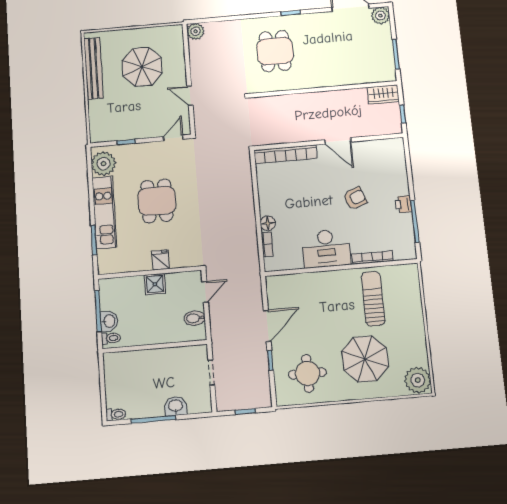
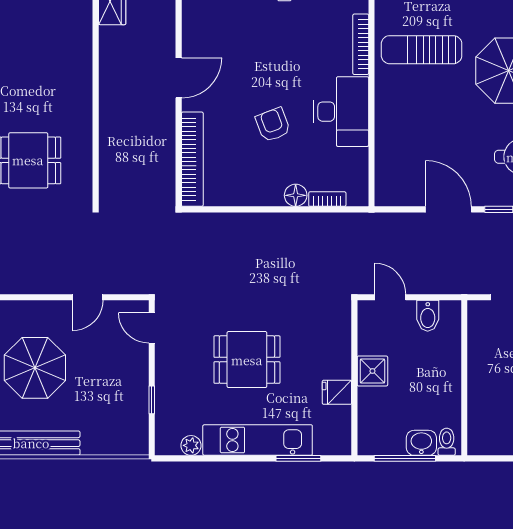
plant: (103, 164) -> (191, 445), width x0.53, depth x0.53
armchair: (355, 198) -> (273, 125), moved
fridge: (161, 260) -> (337, 392), moved

